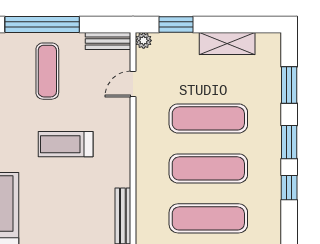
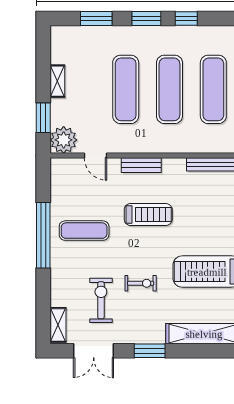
bench: (108, 41) -> (141, 165), moved, turned 90
plant: (144, 41) -> (64, 140), width x1.88, depth x1.88
shelving: (227, 43) -> (57, 81), width x0.67, depth x0.75
treadmill: (66, 144) -> (148, 214), turned -90

